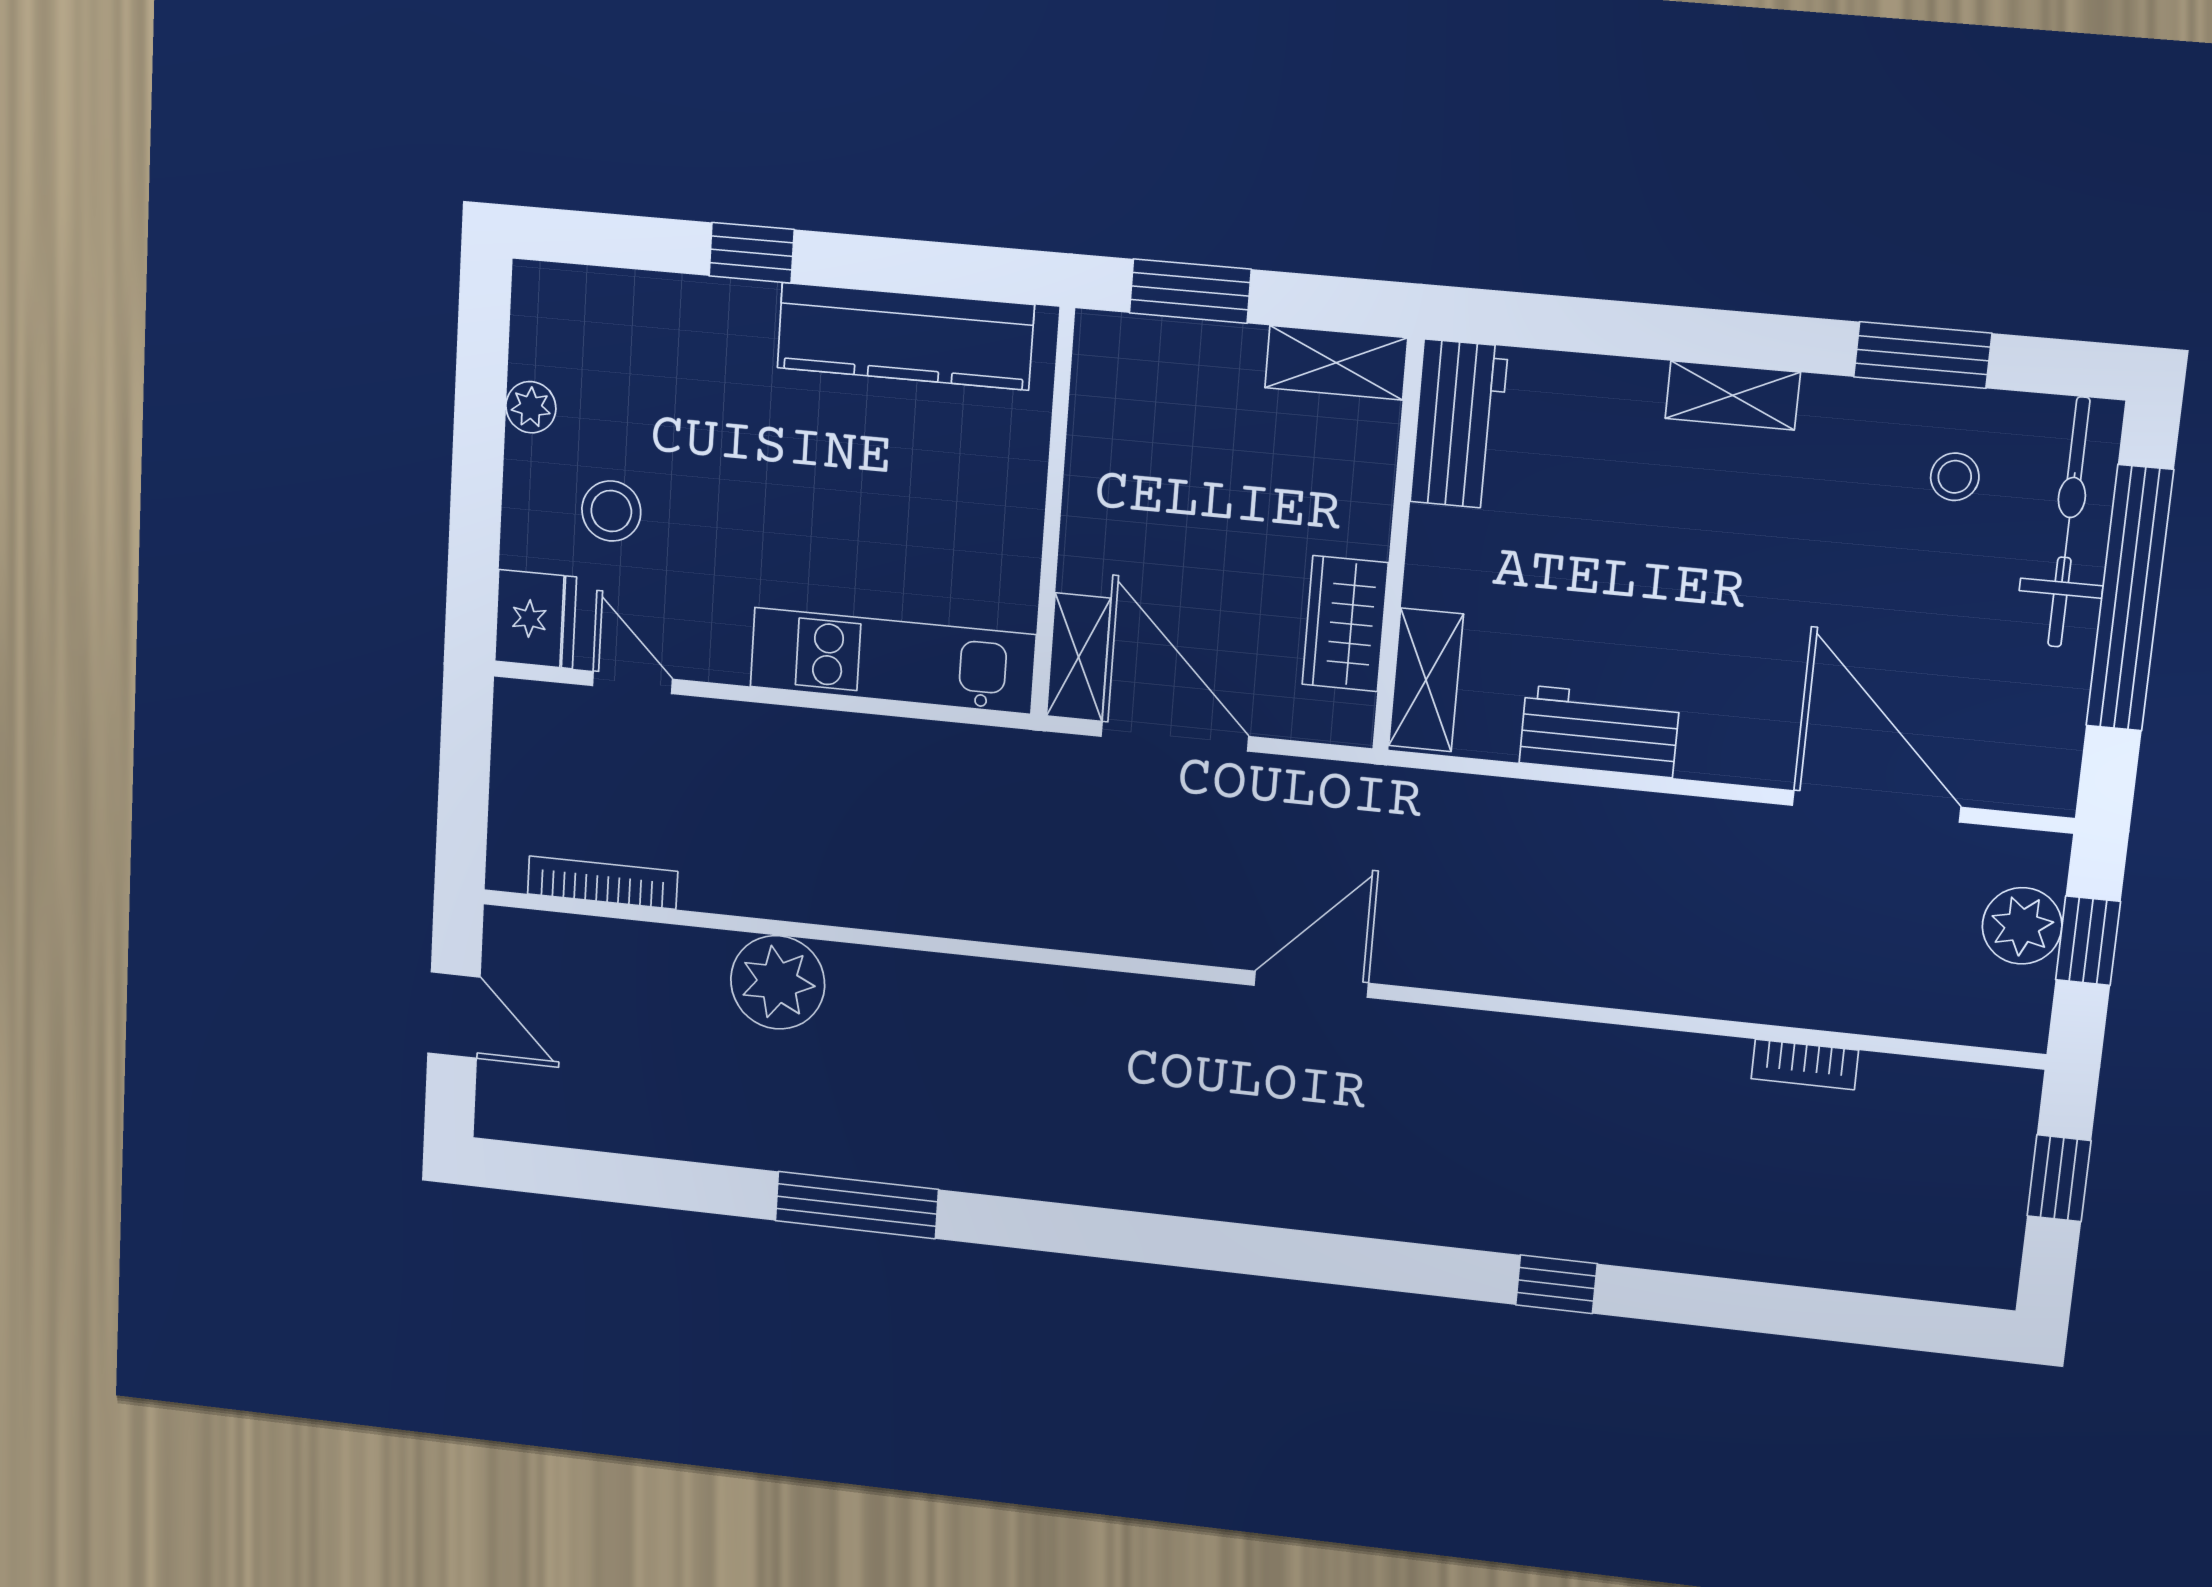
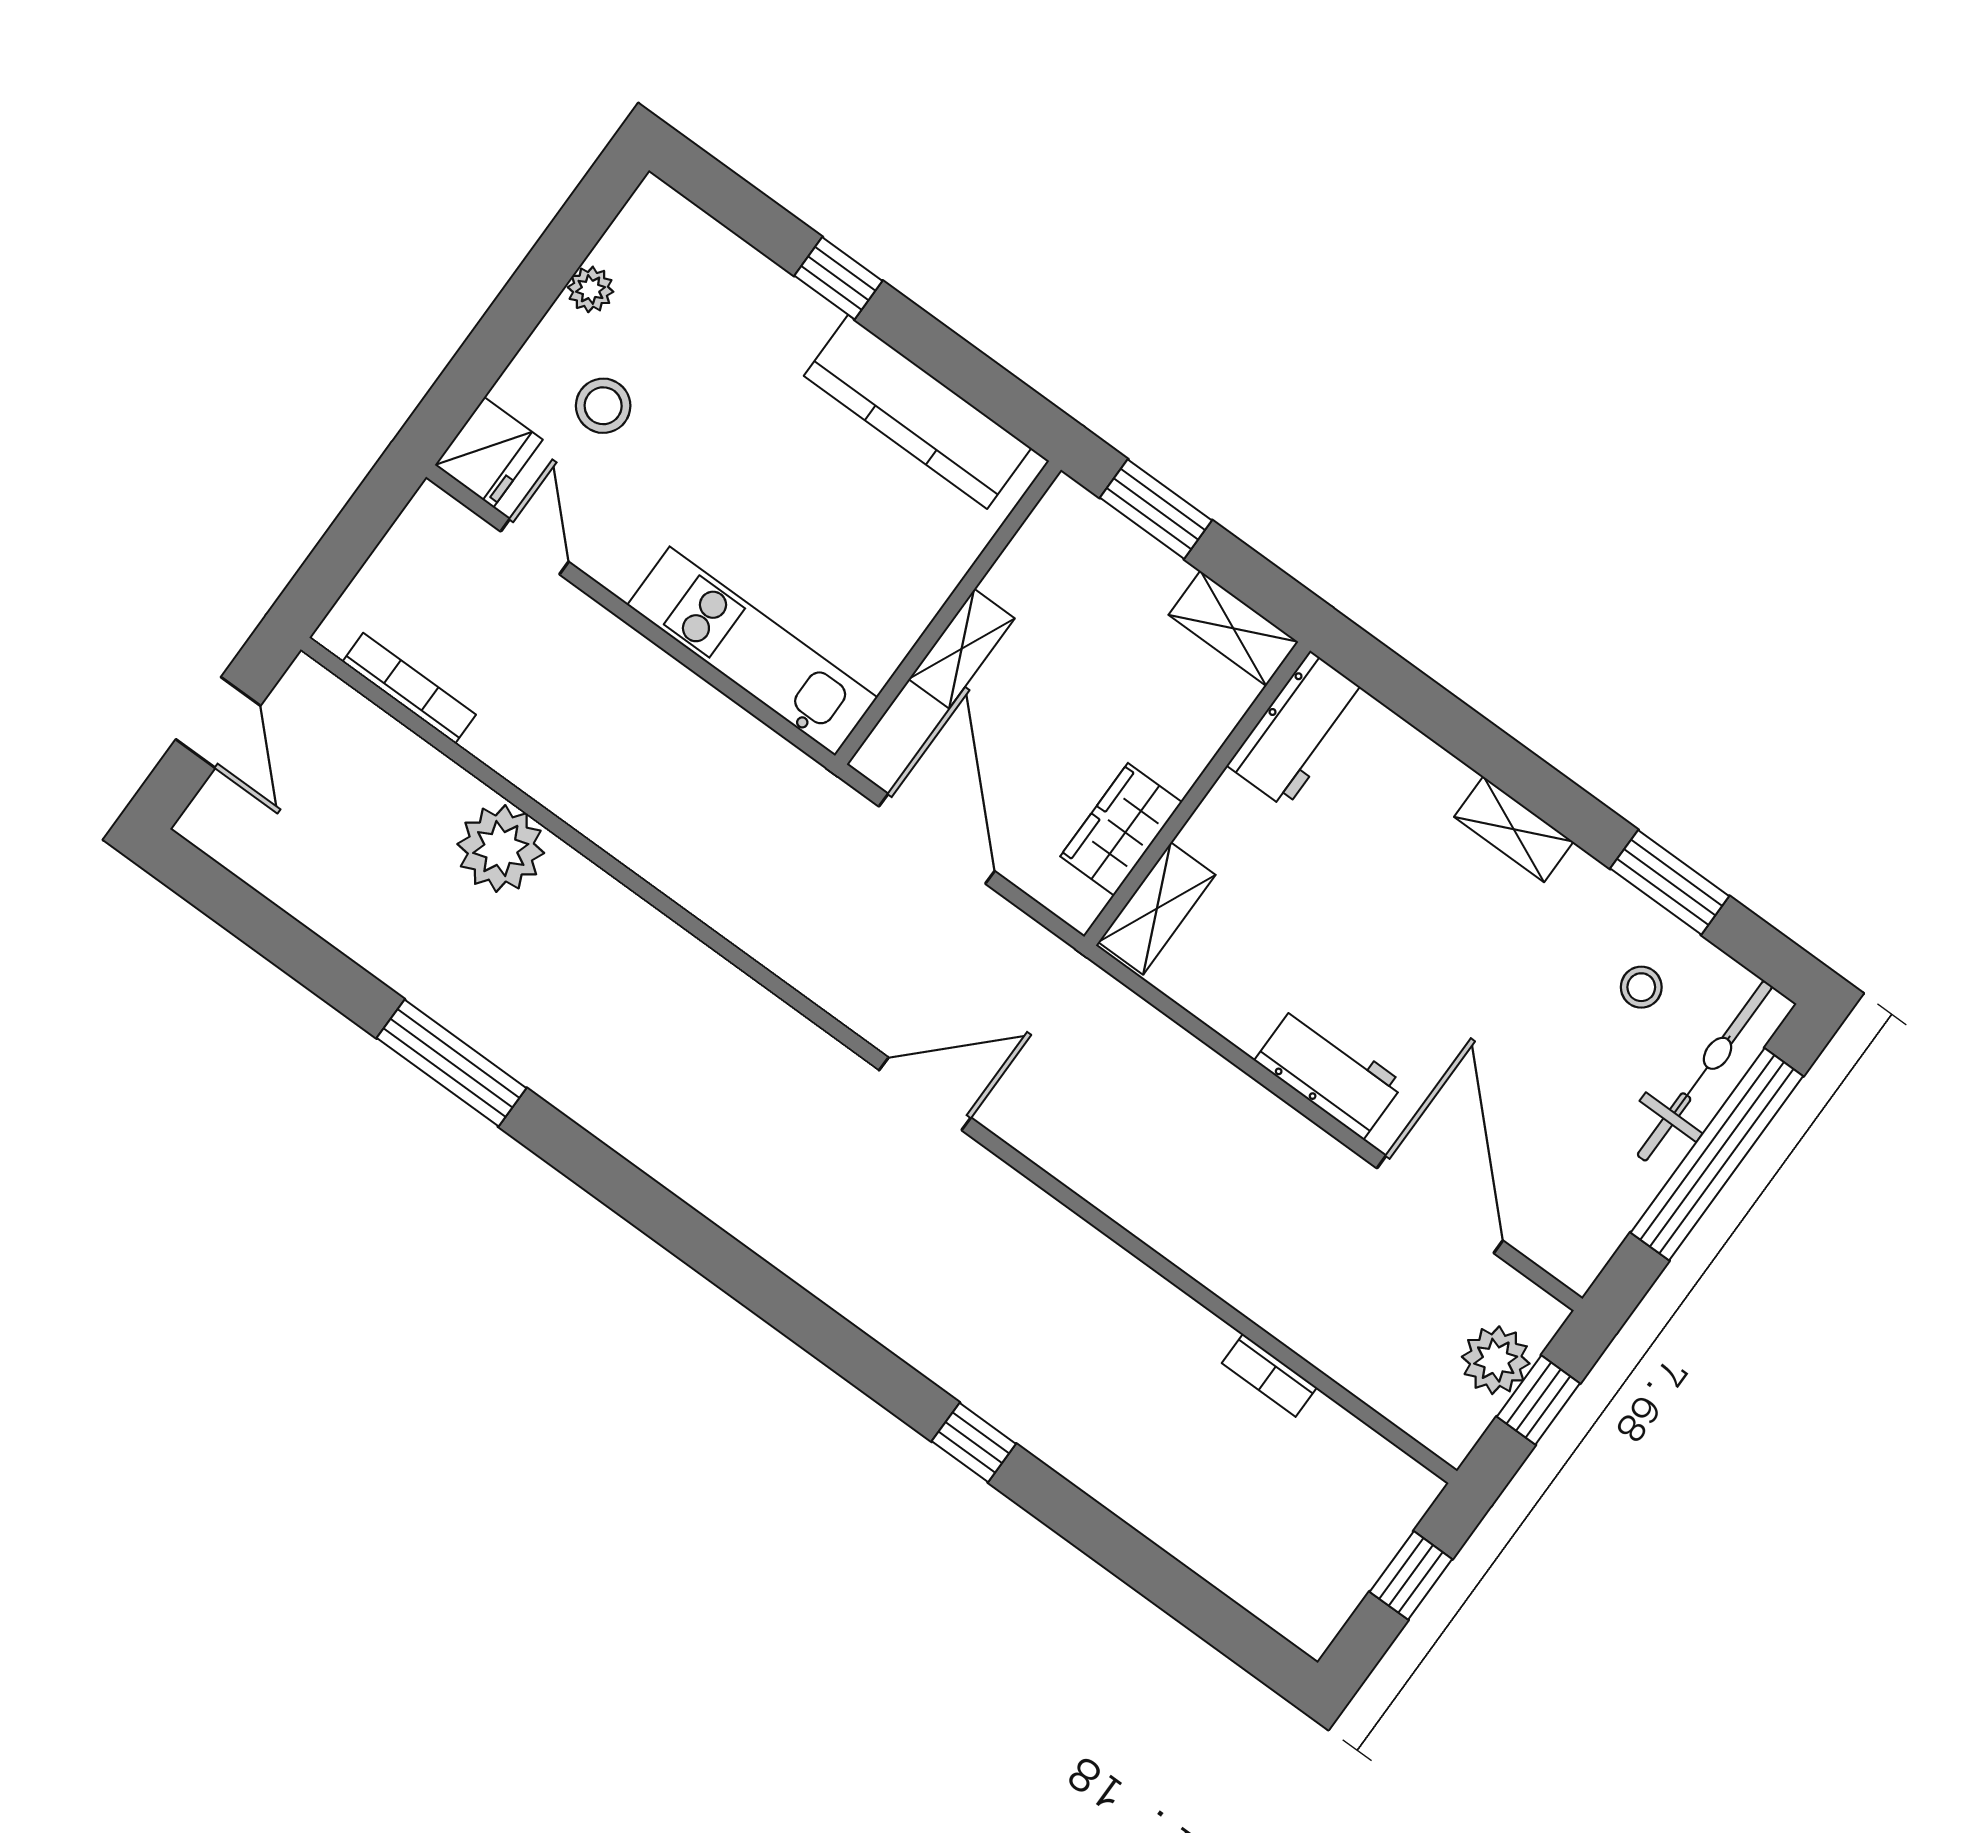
shelving: (1079, 657) -> (962, 649), moved
workbench: (1599, 731) -> (1329, 1072), moved

